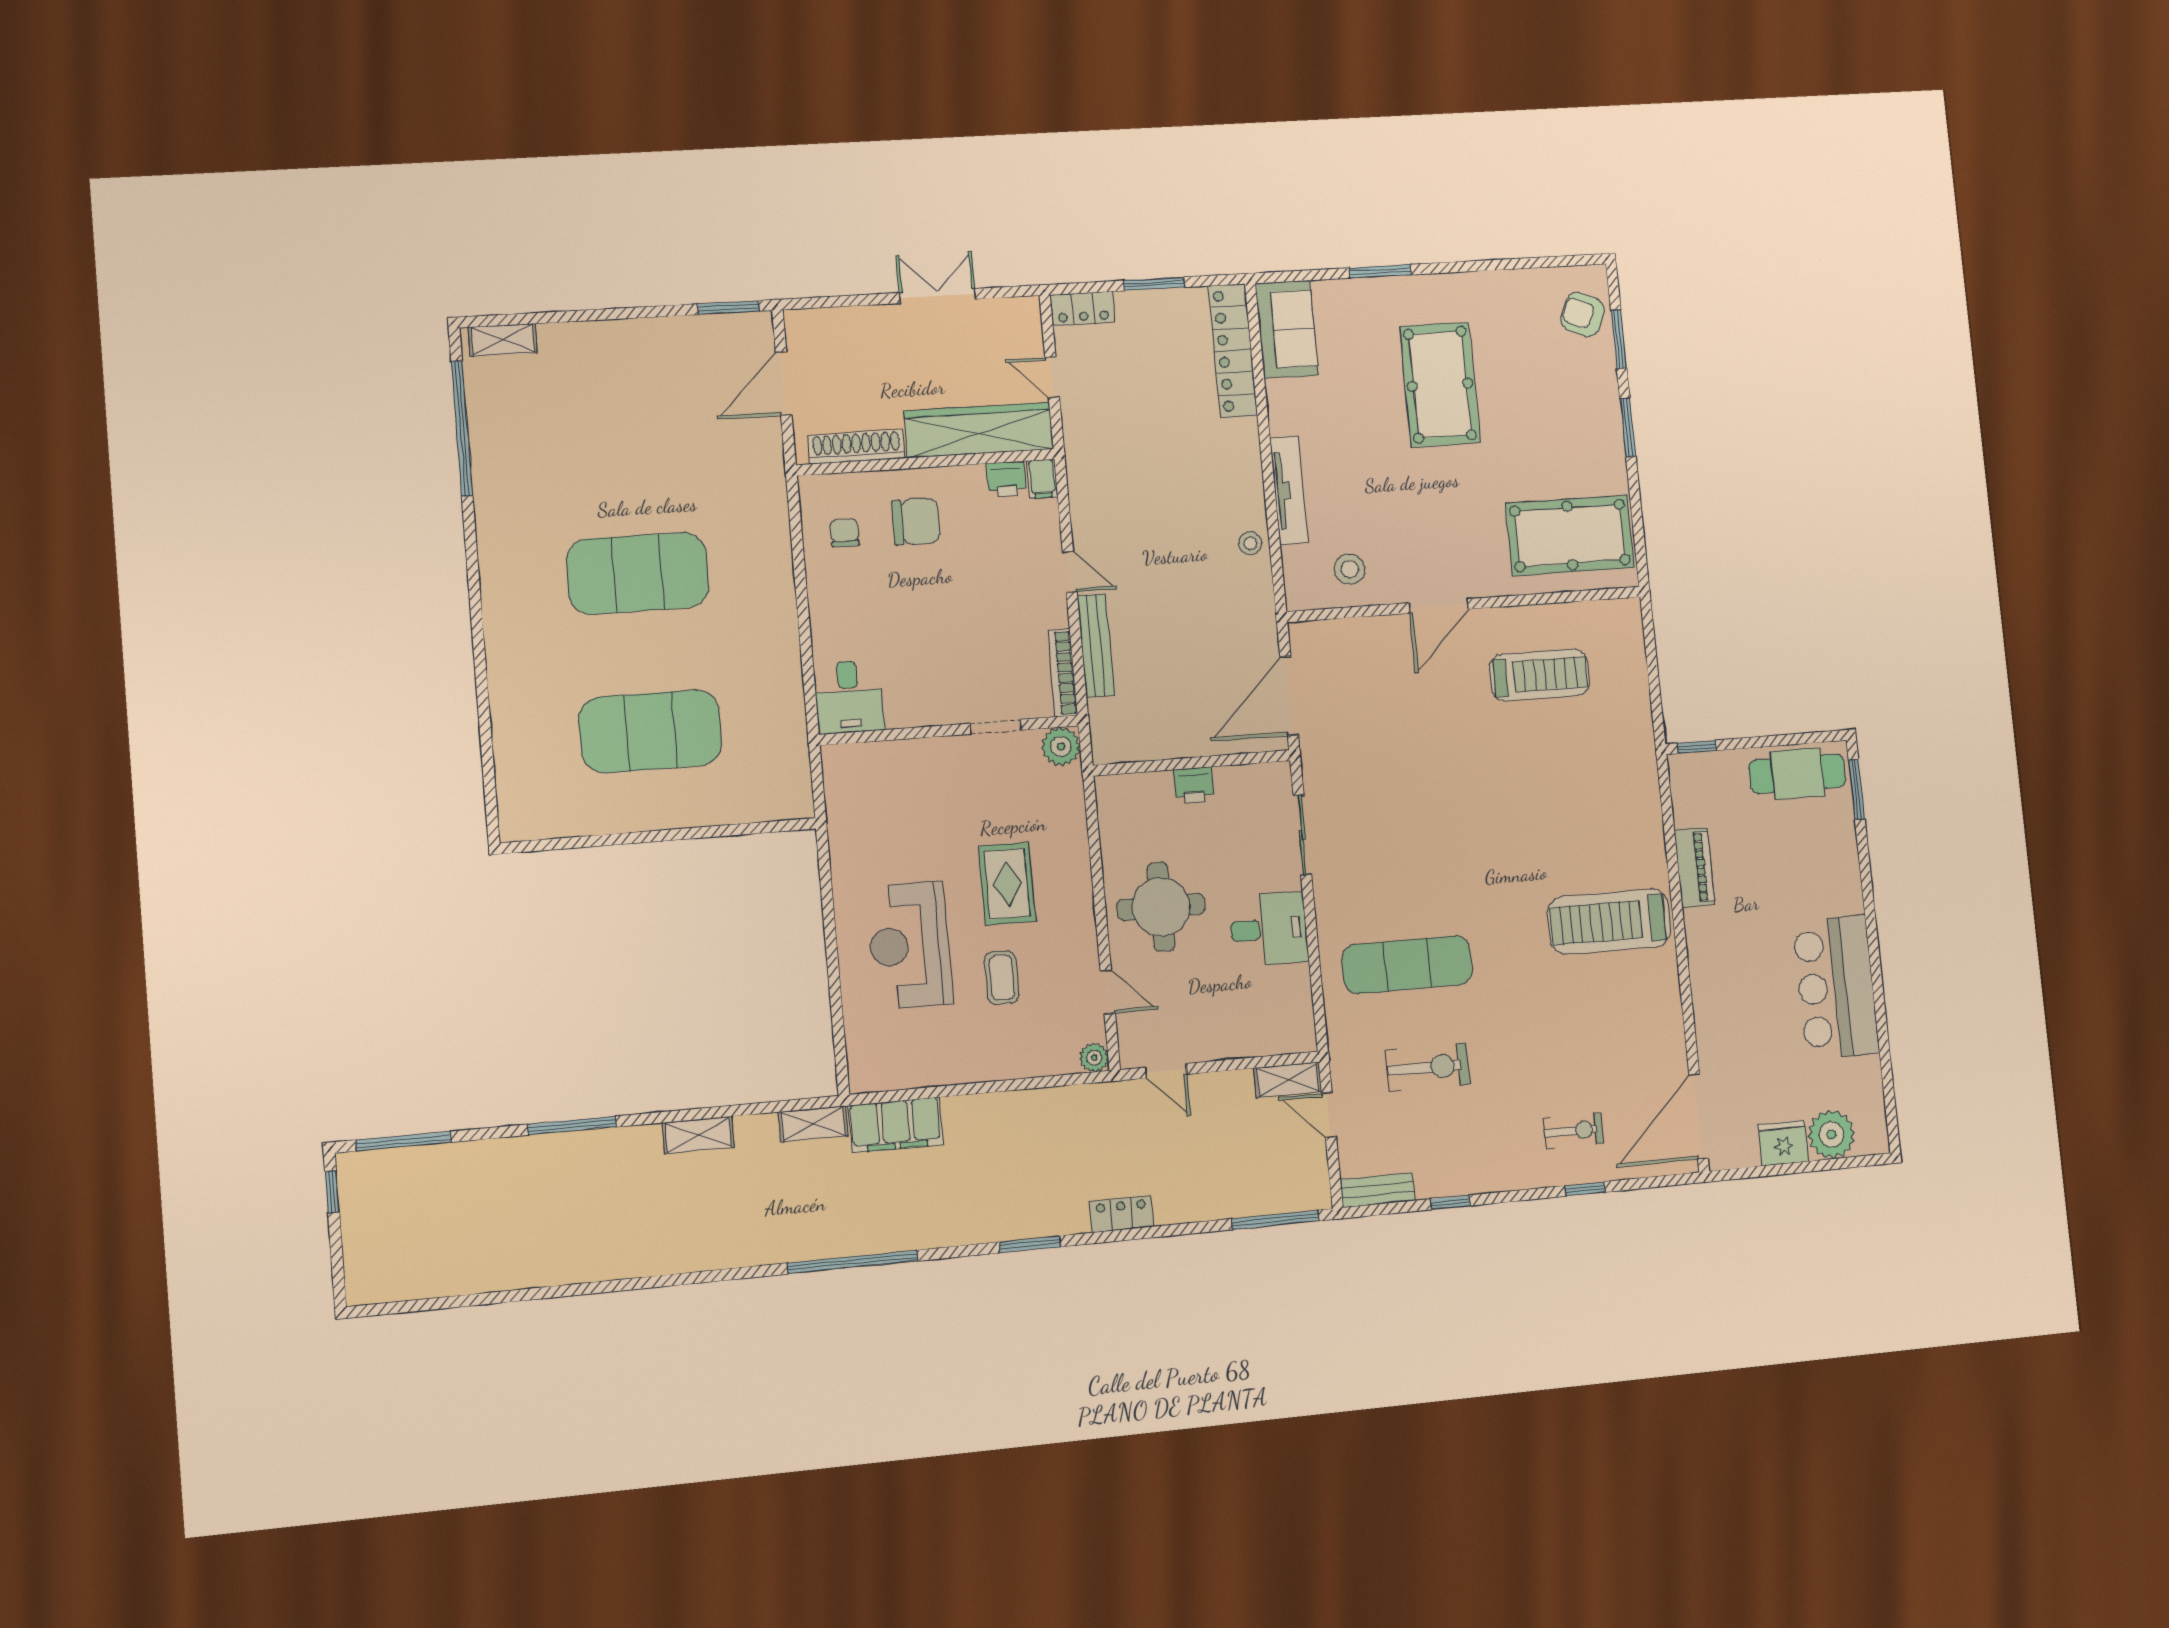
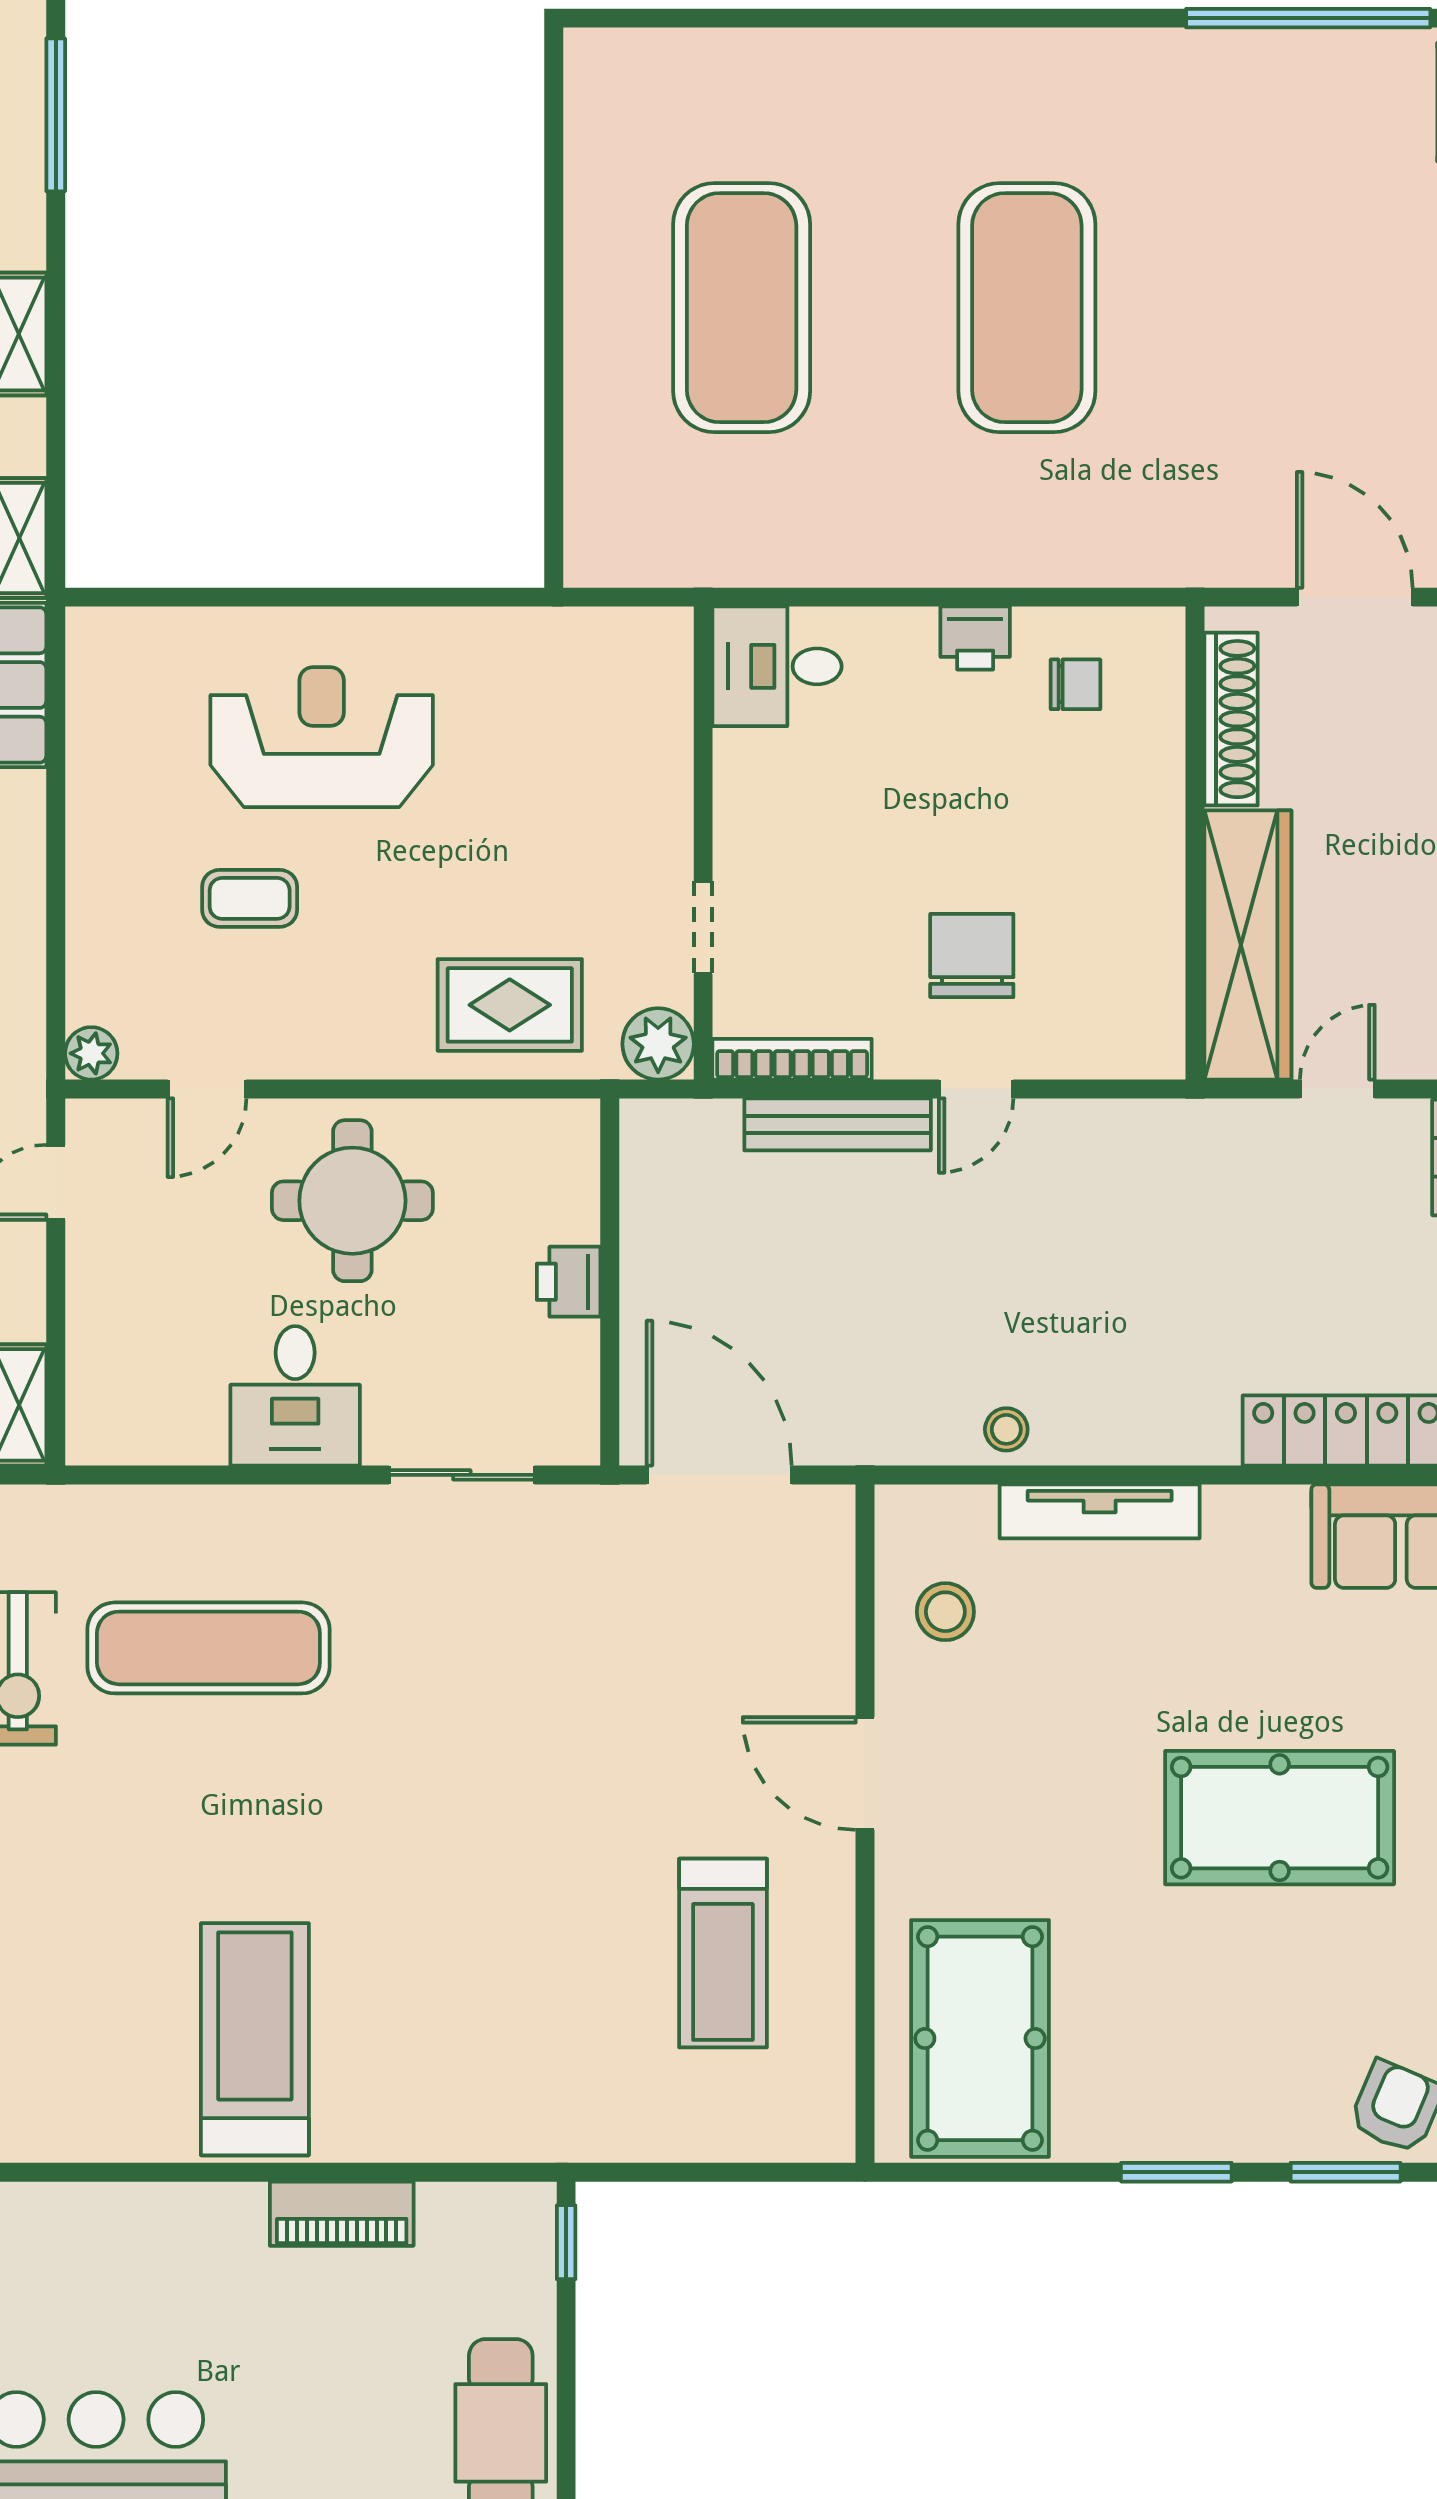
printer: (1006, 479) -> (975, 638), moved, turned -90
filing cabinet: (1042, 479) -> (1151, 1053), removed
chair: (916, 522) -> (972, 956), moved, turned 180
rug: (1007, 884) -> (510, 1005), moved
exercise mat: (1407, 965) -> (208, 1648), turned 90

